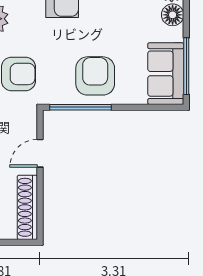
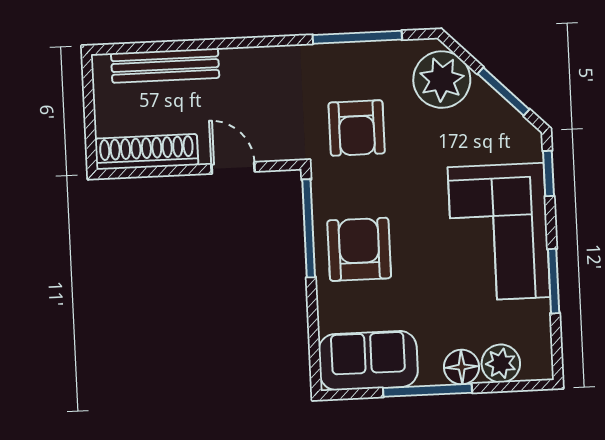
window: (186, 66) -> (427, 390), moved
armchair: (95, 76) -> (359, 249), turned -90

